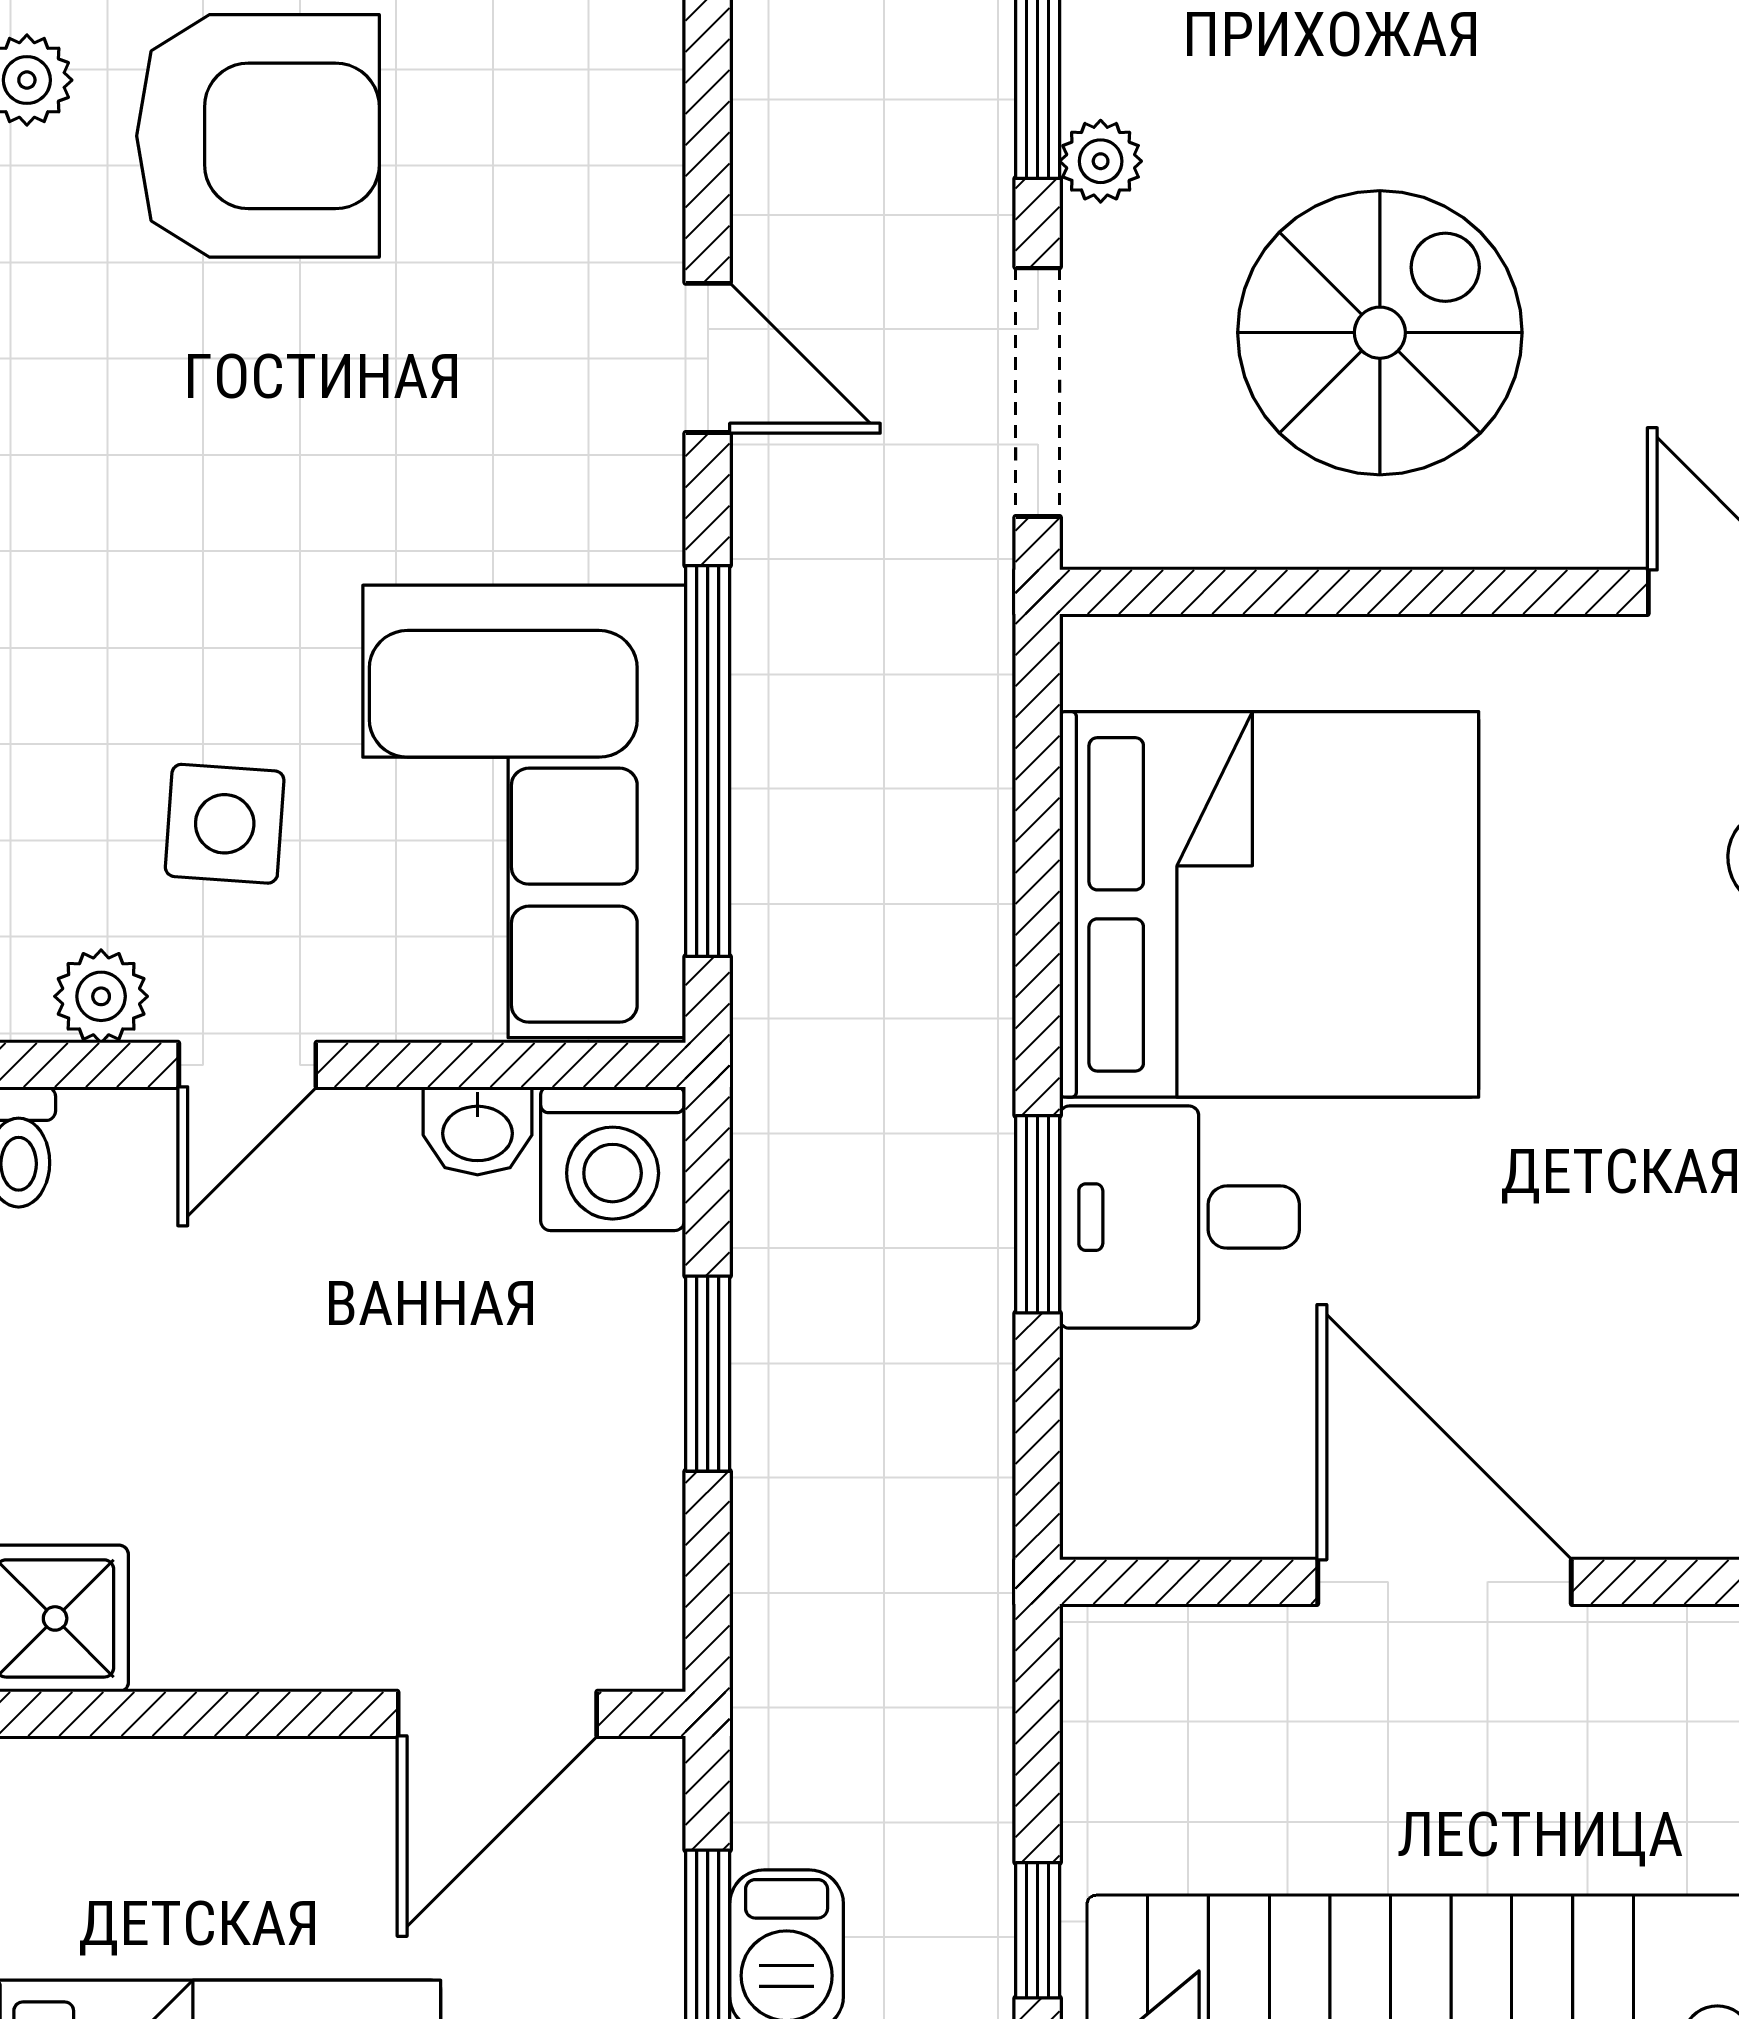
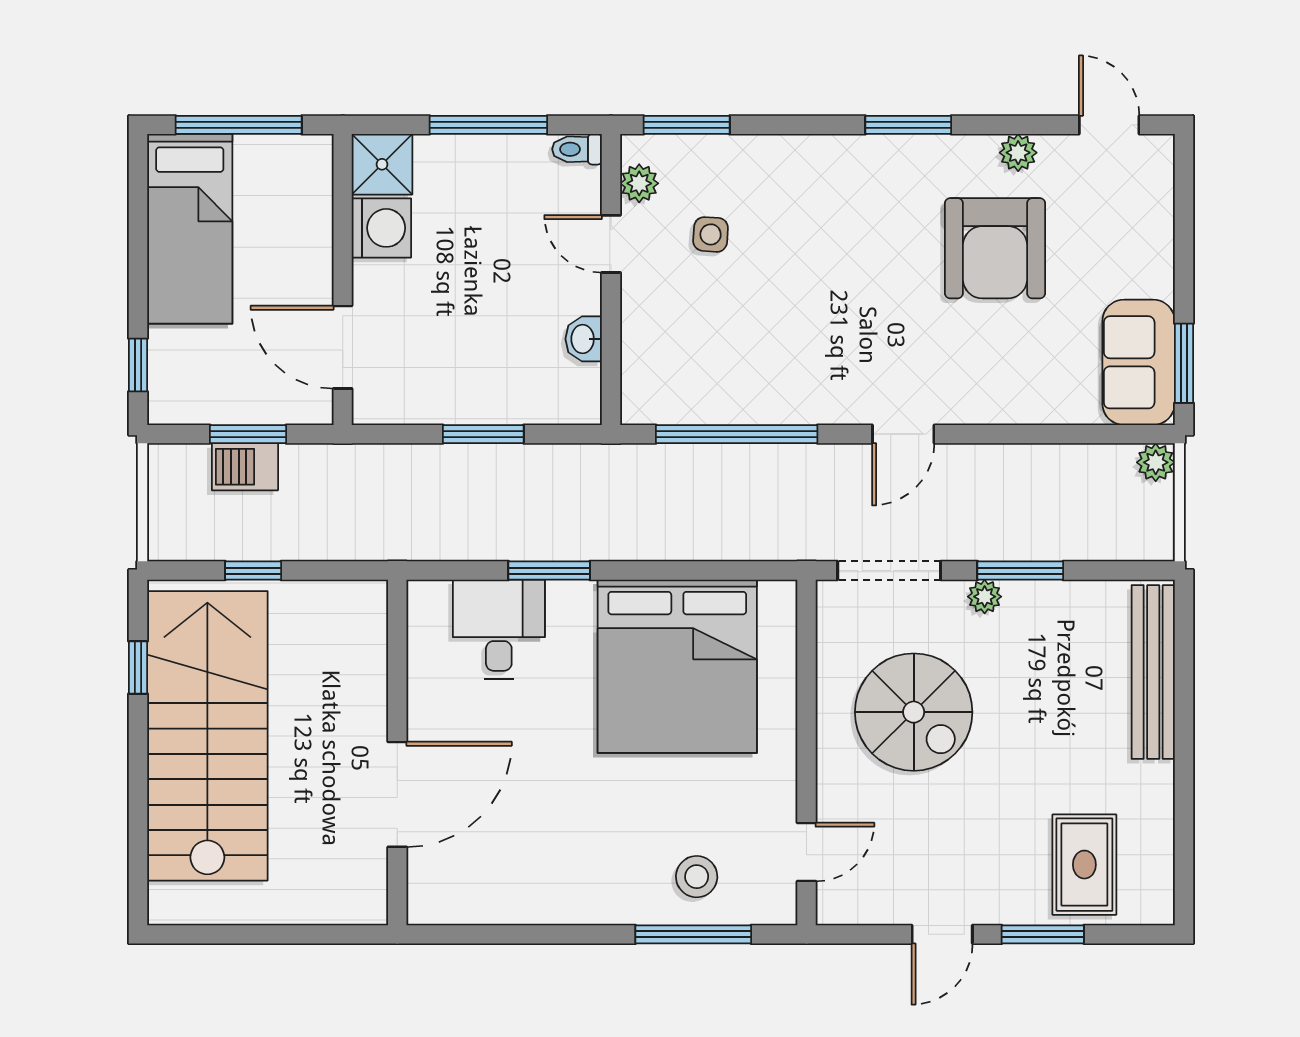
corner sofa: (524, 811) -> (716, 358), removed
side table: (225, 824) -> (711, 234), width x0.73, depth x0.73
washing machine: (613, 1159) -> (381, 228), moved, turned 180
desk: (1179, 1217) -> (499, 629), moved
door: (1445, 1582) -> (397, 794), moved

